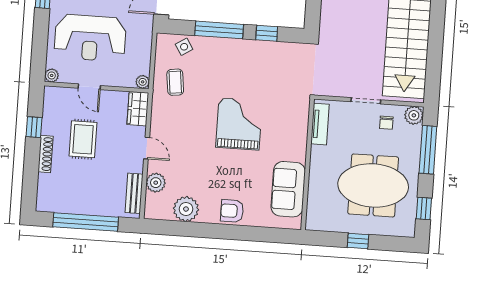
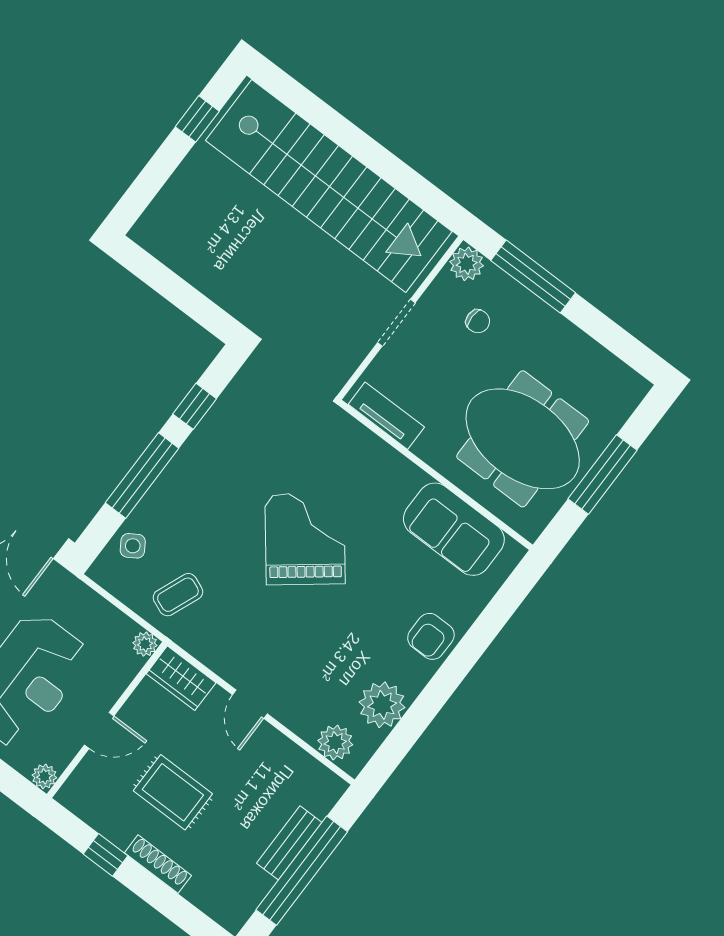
coffee table: (175, 82) -> (178, 595), turned -61
chair: (386, 123) -> (478, 321), moved
grand piano: (239, 124) -> (305, 539), turned 52
door: (147, 148) -> (250, 704), swing flipped
plant: (156, 183) -> (335, 743), moved
meeting table: (373, 185) -> (523, 439), moved, turned 90
bench: (134, 193) -> (289, 843), moved, turned 90
window: (424, 208) -> (619, 341), removed
window: (358, 241) -> (602, 474), width x2.17

